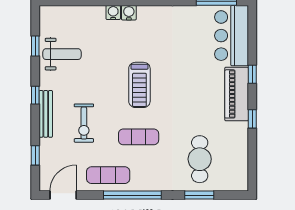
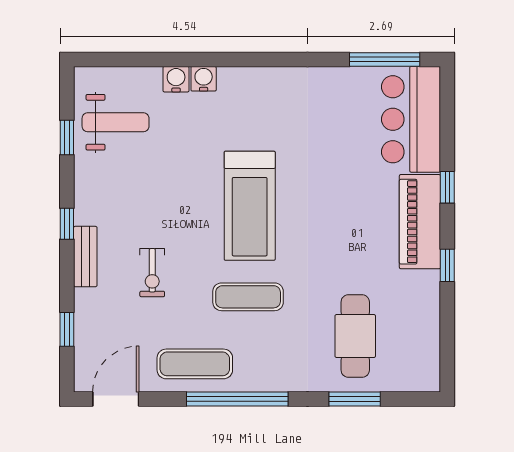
water cooler: (129, 13) -> (176, 79), moved
weight bench: (62, 54) -> (116, 122), moved
treadmill: (139, 85) -> (250, 206), width x1.37, depth x1.38
bench: (46, 114) -> (85, 257), width x0.73
exercise bike: (84, 123) -> (152, 273), width x0.73, depth x0.72

